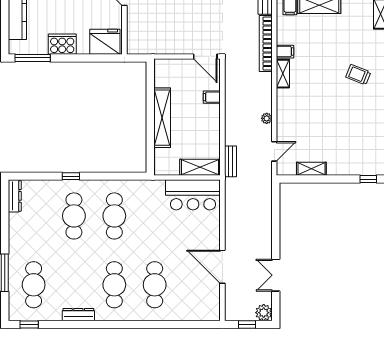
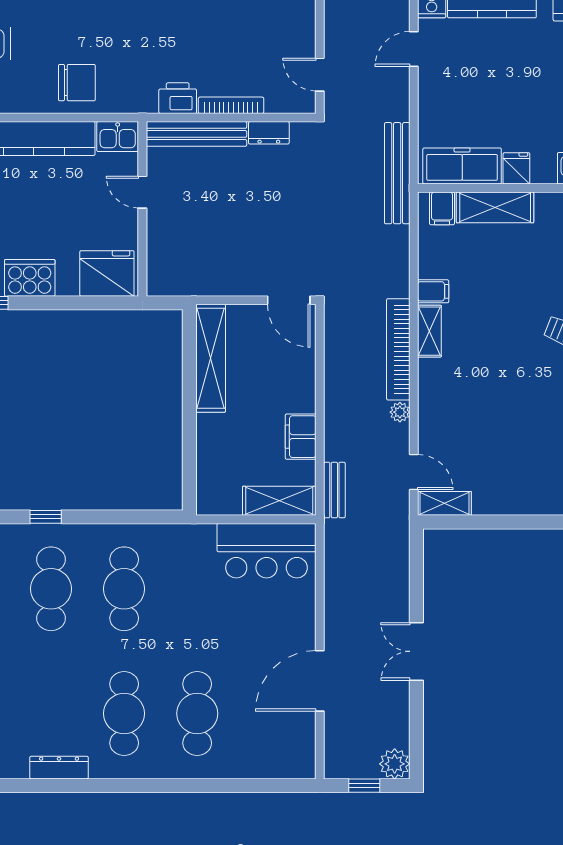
bookcase: (266, 44) -> (398, 349), moved
filing cabinet: (212, 97) -> (301, 437), moved, width x2.00
shelving: (162, 118) -> (211, 358), moved
door: (274, 151) -> (414, 472), hinge flipped
shelving: (311, 169) -> (444, 503), moved
door: (222, 267) -> (320, 681), hinge flipped
double door: (276, 275) -> (416, 651), moved

